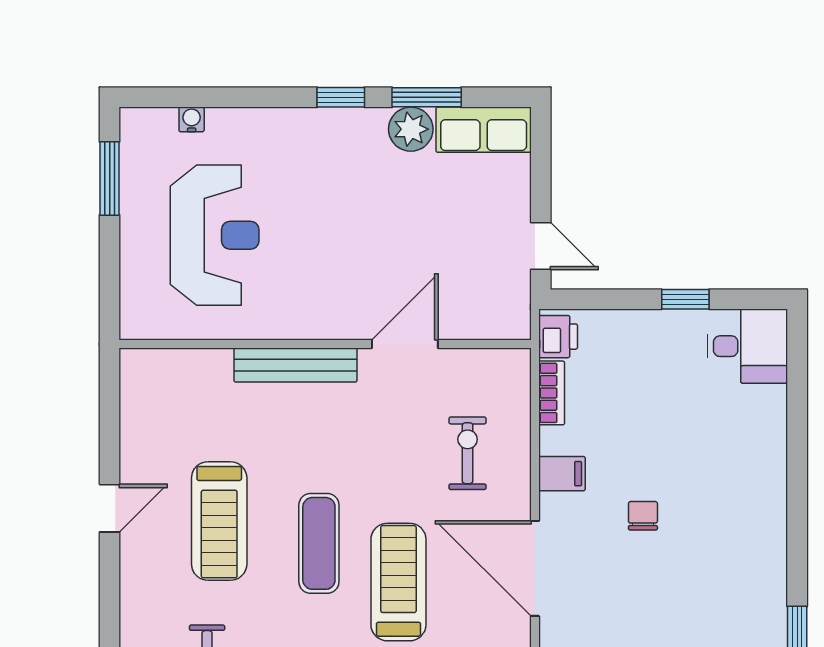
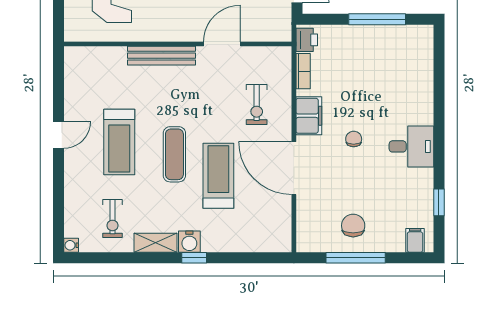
window: (685, 299) -> (377, 19), width x2.17
desk: (747, 346) -> (411, 146), moved
exercise bike: (468, 453) -> (257, 104), turned 180
filing cabinet: (562, 474) -> (309, 116), width x2.00

